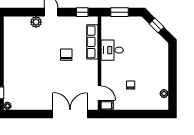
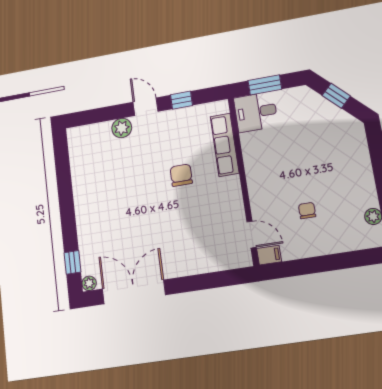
window: (82, 12) -> (182, 100), moved
desk: (112, 50) -> (256, 112), moved
double door: (70, 114) -> (134, 292), moved

